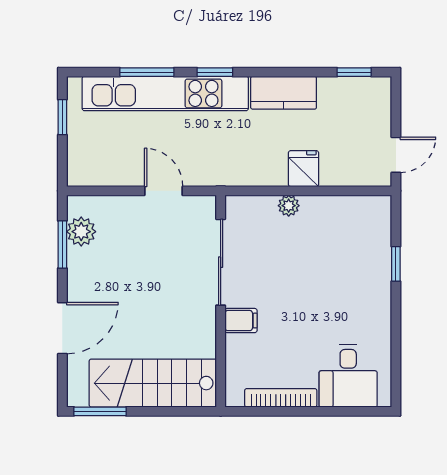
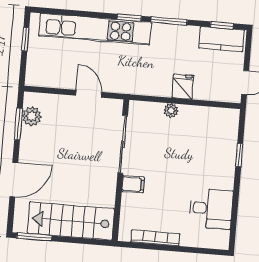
window: (147, 72) -> (169, 21), moved
kitchen counter: (284, 93) -> (221, 39), moved
desk: (348, 376) -> (211, 209), moved, turned -90

